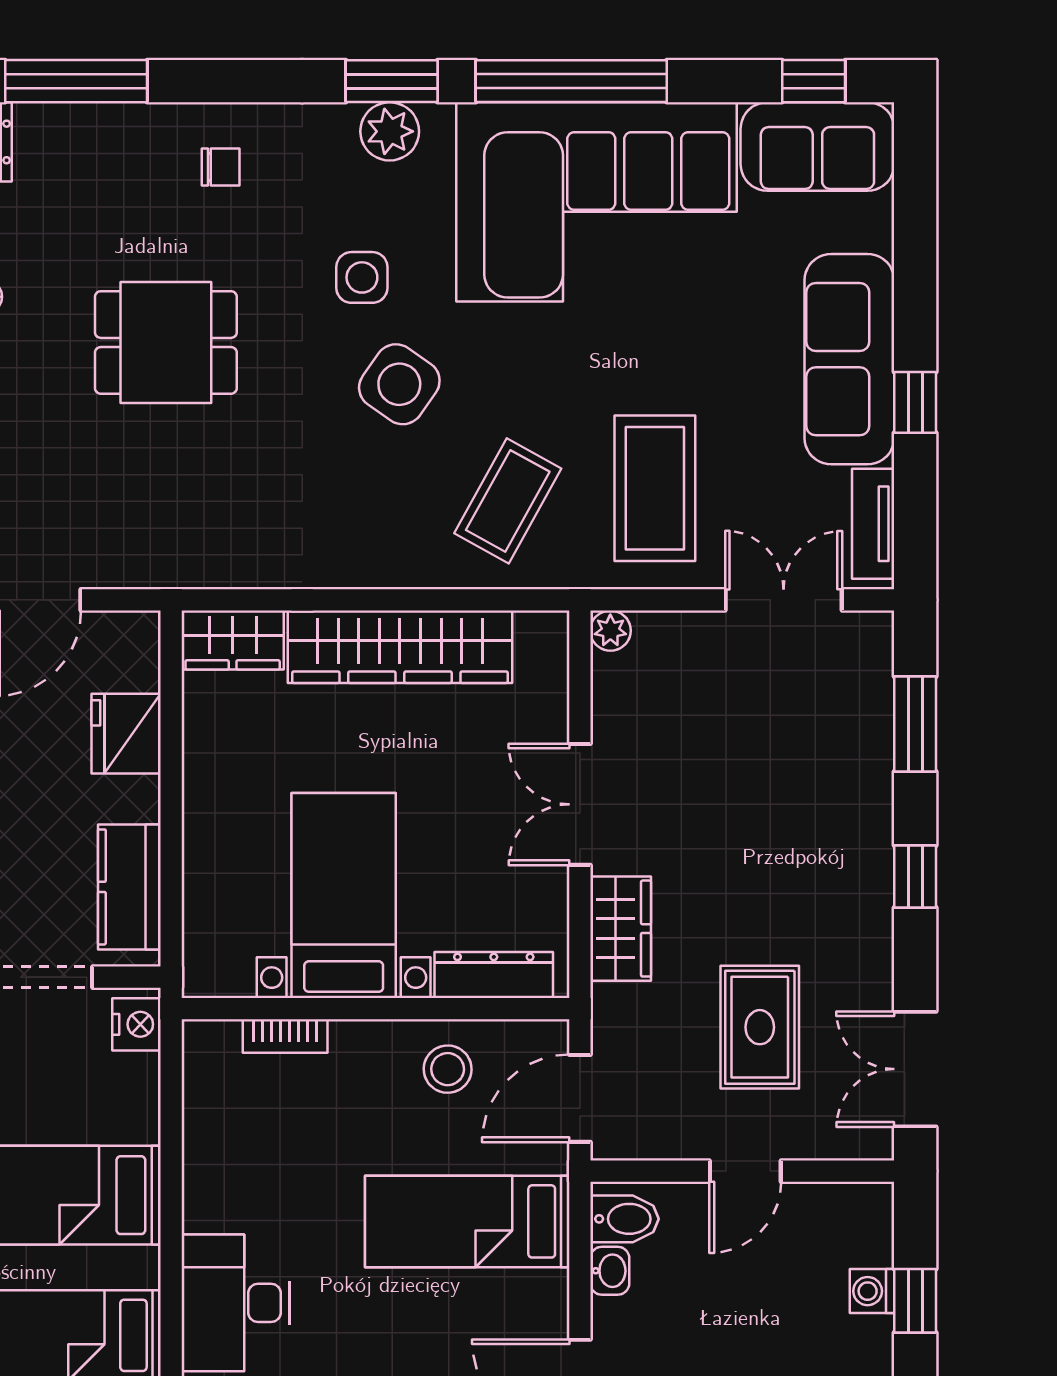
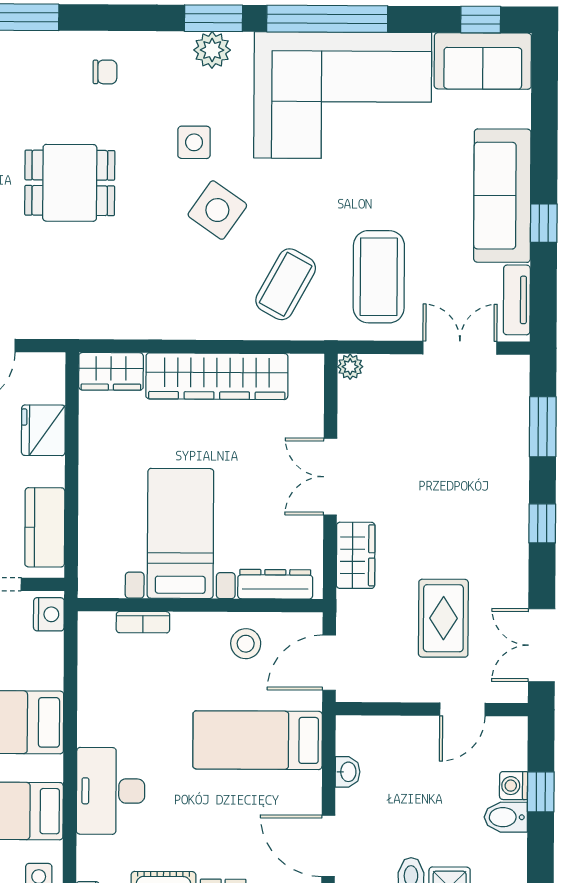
door: (745, 1171) -> (462, 709), moved
bidet: (624, 1219) -> (506, 817), moved, turned 180

